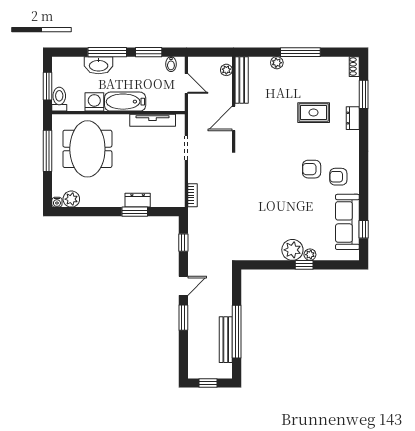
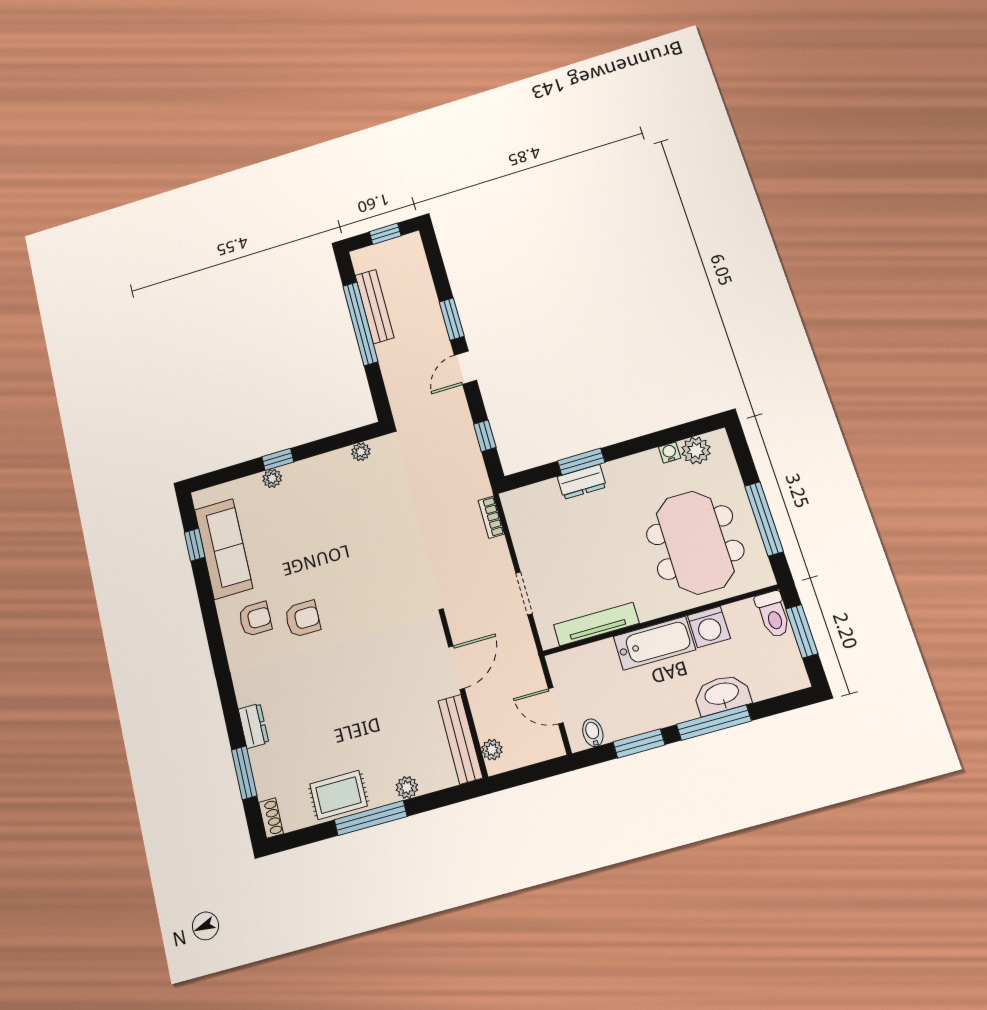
rug: (314, 113) -> (339, 795), moved
water cooler: (57, 202) -> (670, 453), moved
plant: (292, 250) -> (361, 452), moved, width x0.53, depth x0.53

